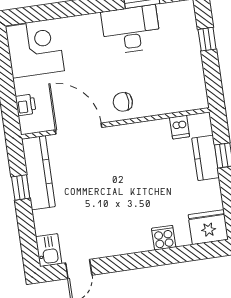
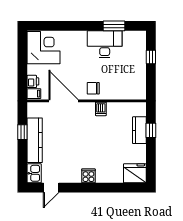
filing cabinet: (30, 124) -> (34, 94), added
dishwasher: (180, 127) -> (101, 109), moved
kitchen counter: (38, 173) -> (35, 140), moved
cooker: (164, 238) -> (88, 176), moved

